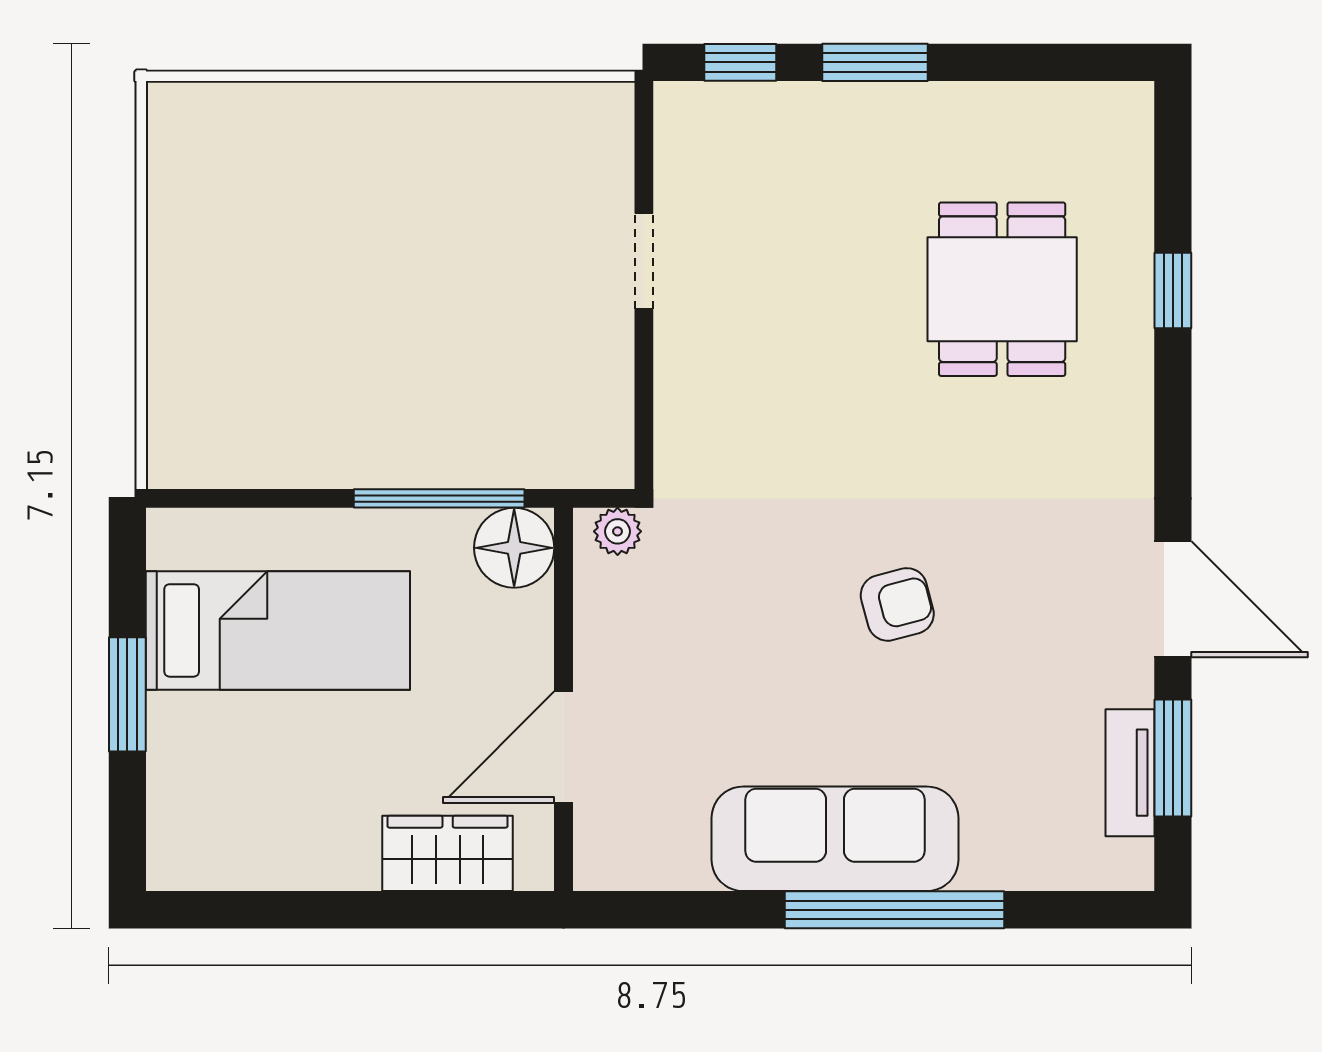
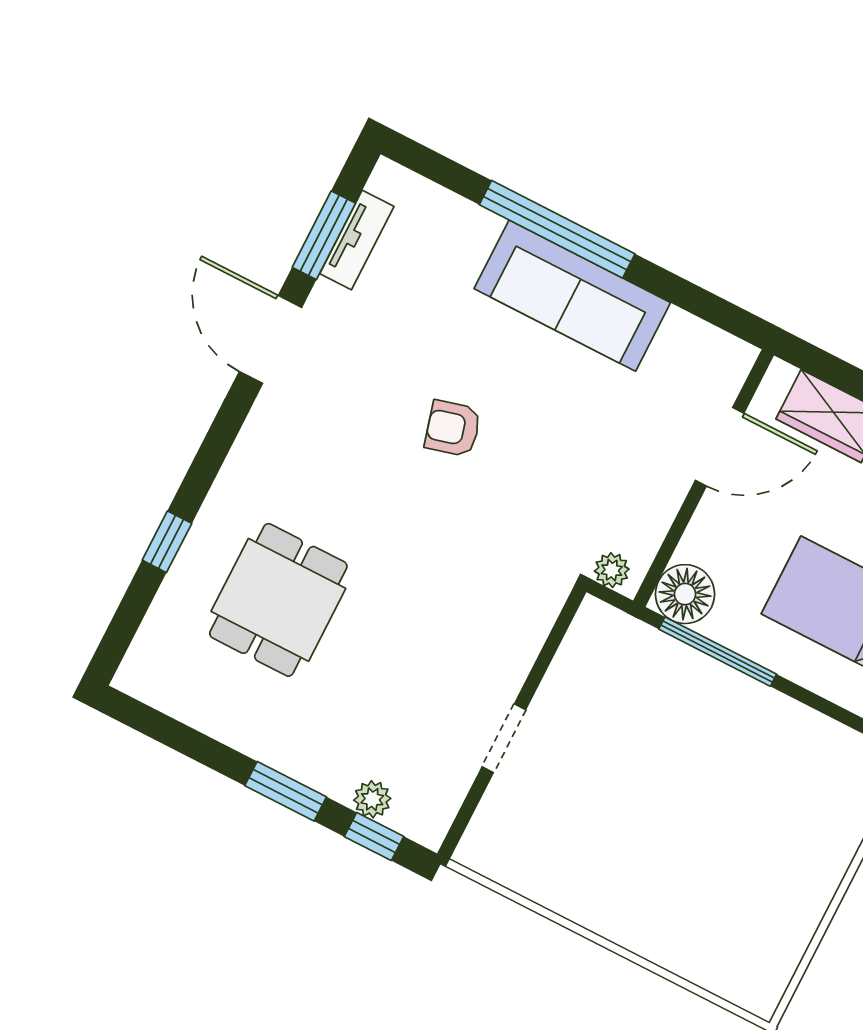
plant: (765, 106) -> (372, 799), added

